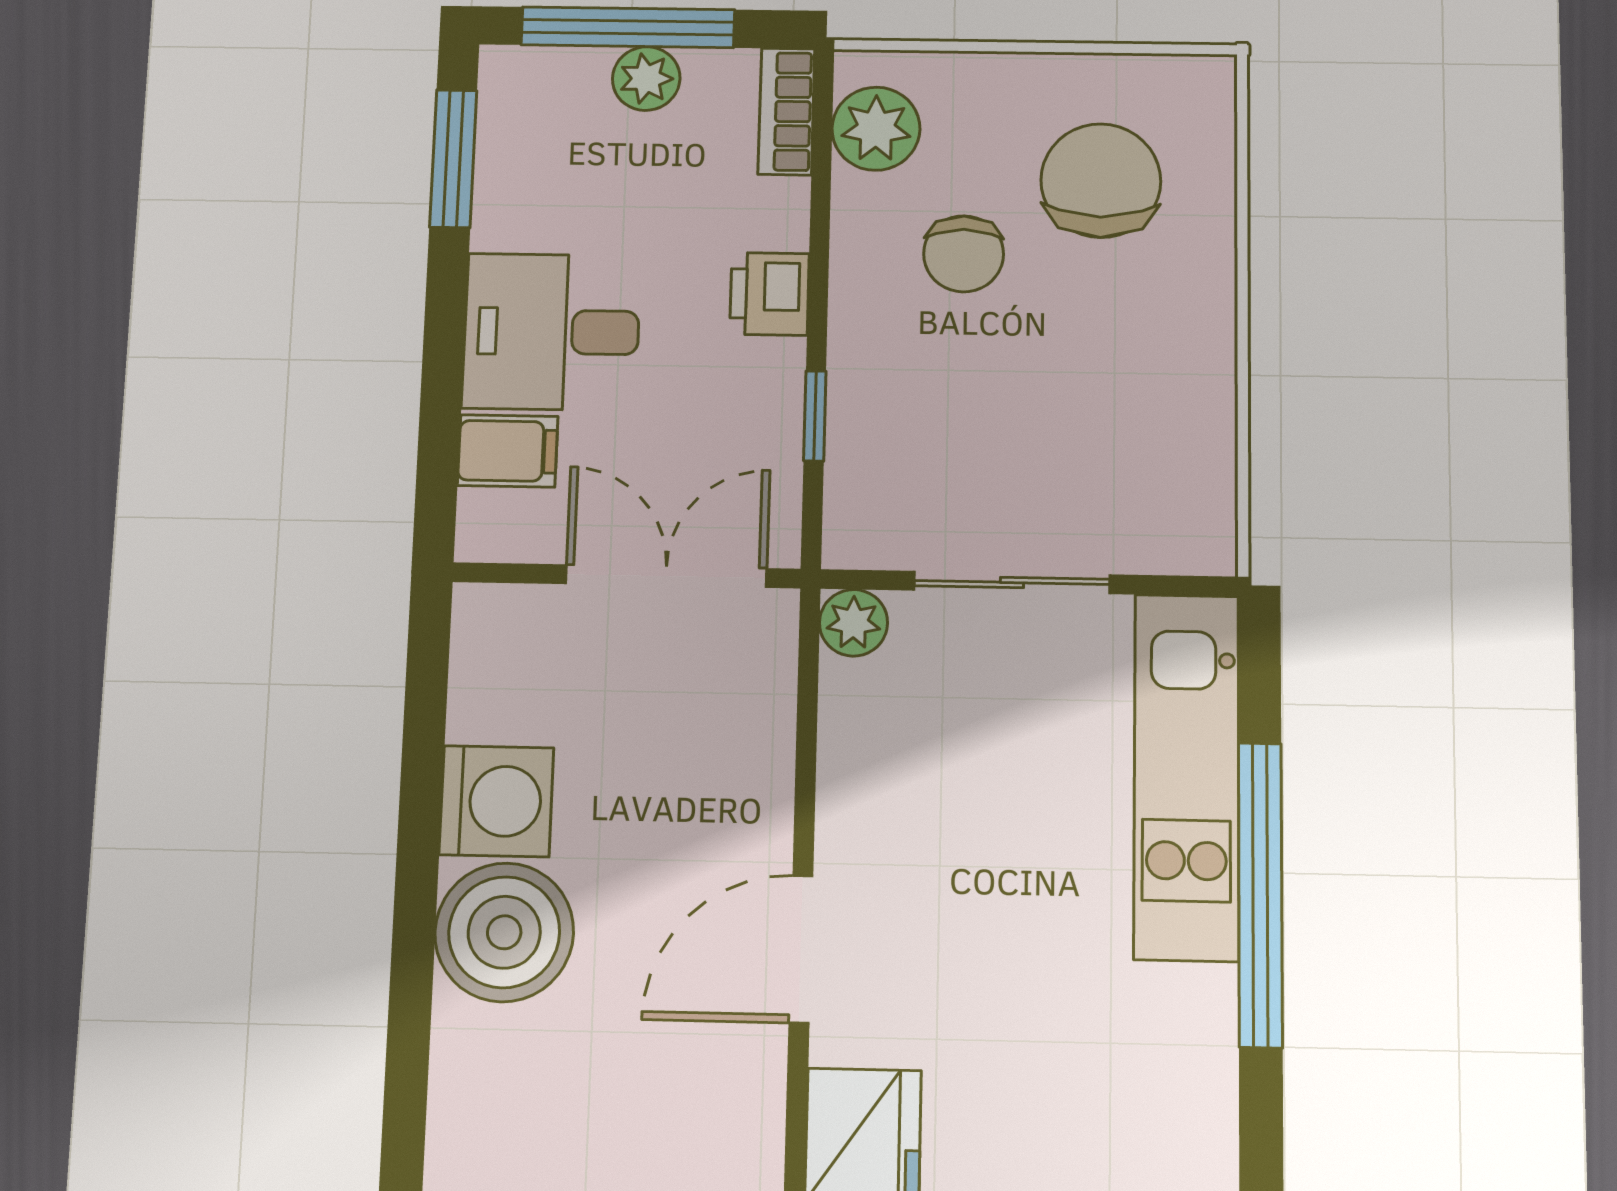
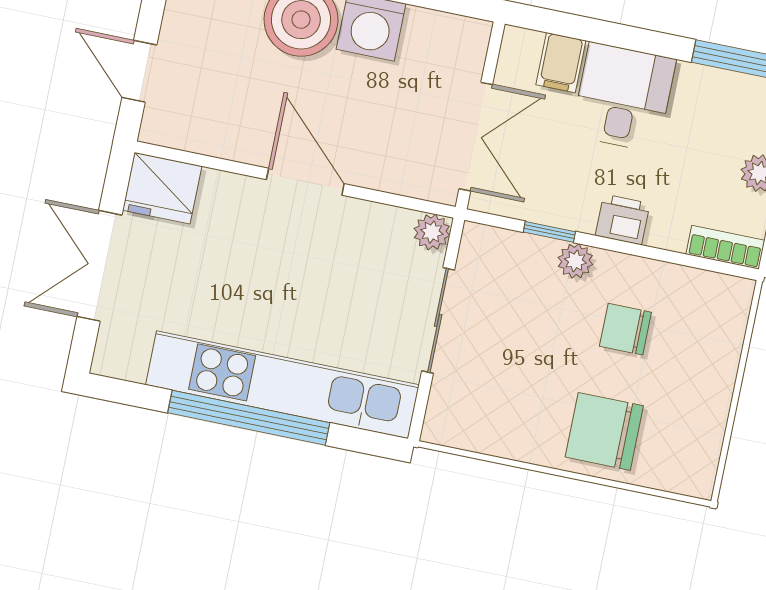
plant: (876, 129) -> (575, 261), moved, width x0.73, depth x0.73
chair: (1101, 181) -> (604, 431), moved, turned 180
kitchen unit: (1186, 776) -> (282, 385), width x1.36
door: (801, 949) -> (305, 182), moved

